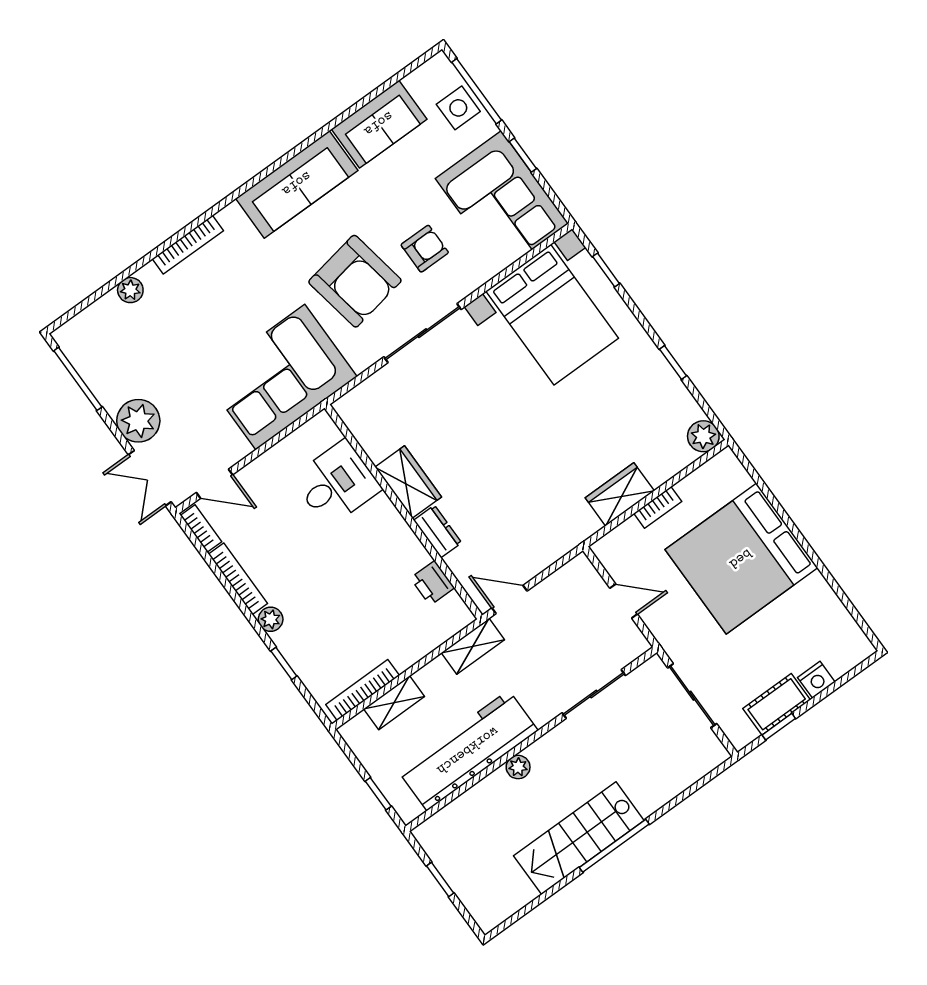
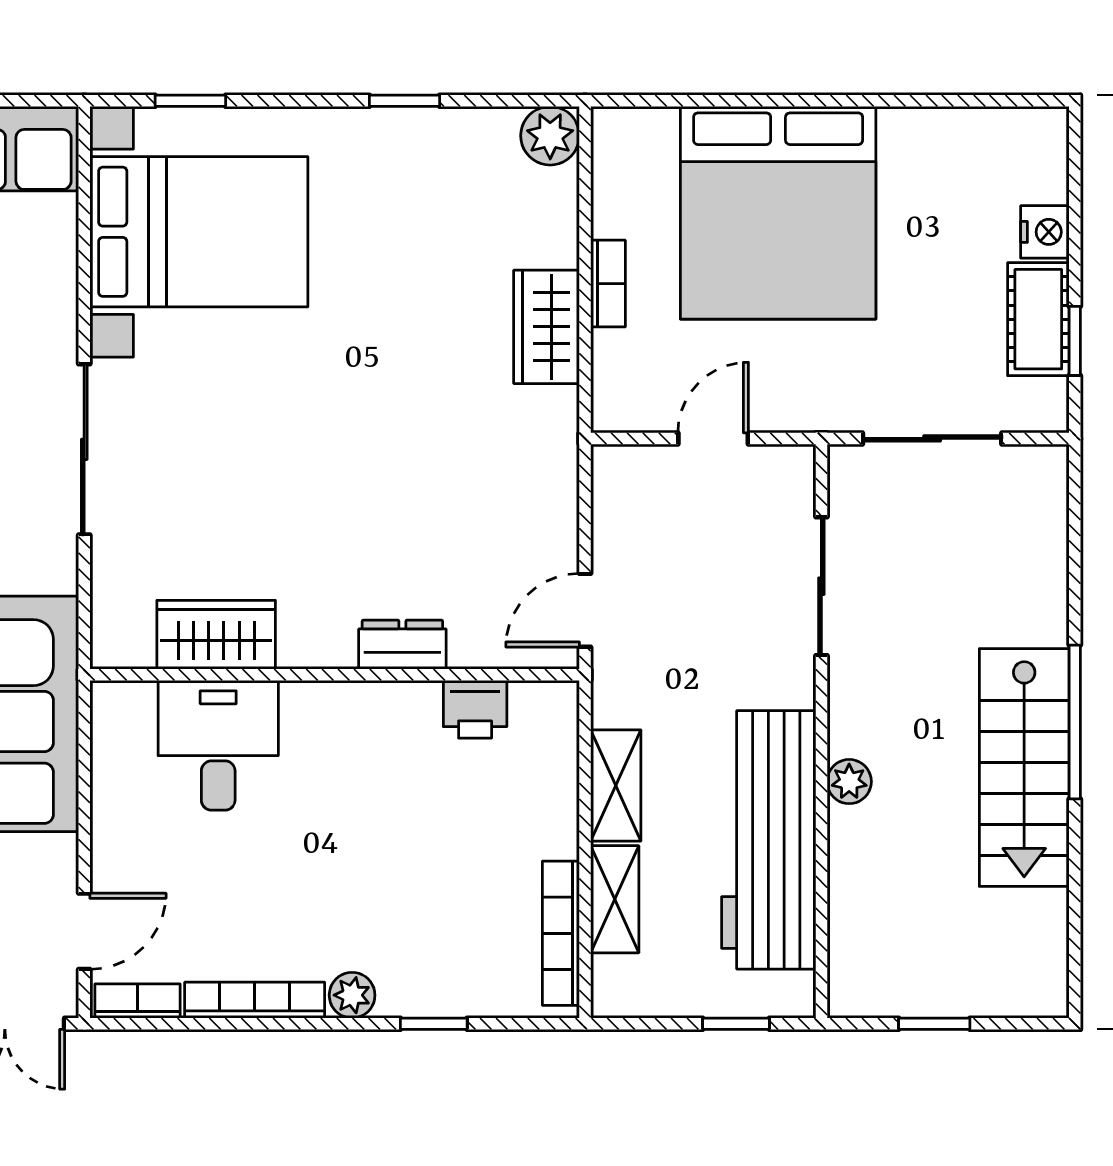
wardrobe: (408, 482) -> (216, 635), moved
shelving: (473, 646) -> (616, 786), moved

